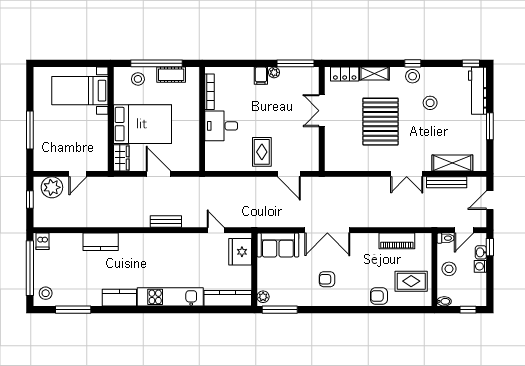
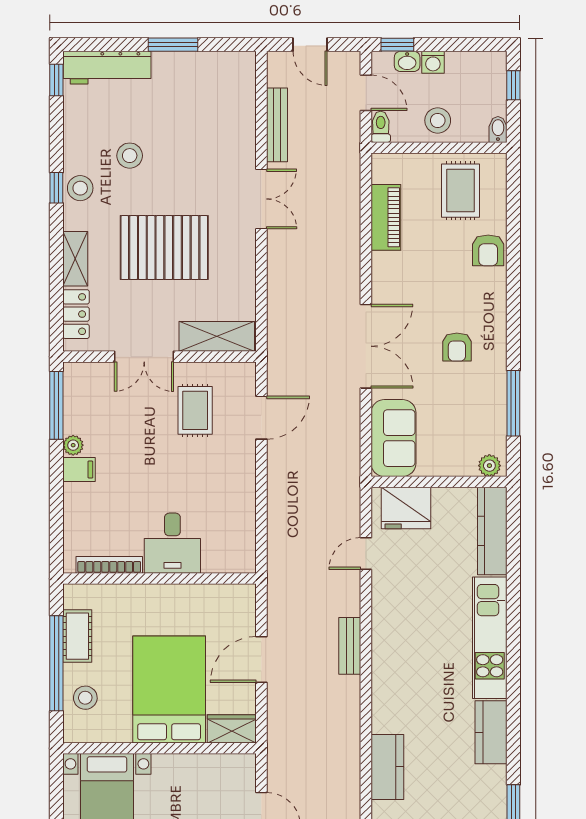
rug: (262, 152) -> (195, 410), moved, turned 90
shelving: (452, 163) -> (217, 336), moved, turned 90
window: (280, 310) -> (513, 403), moved

